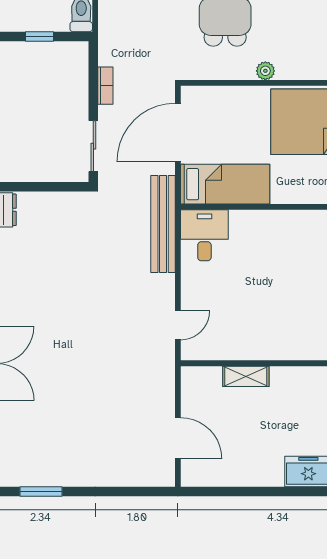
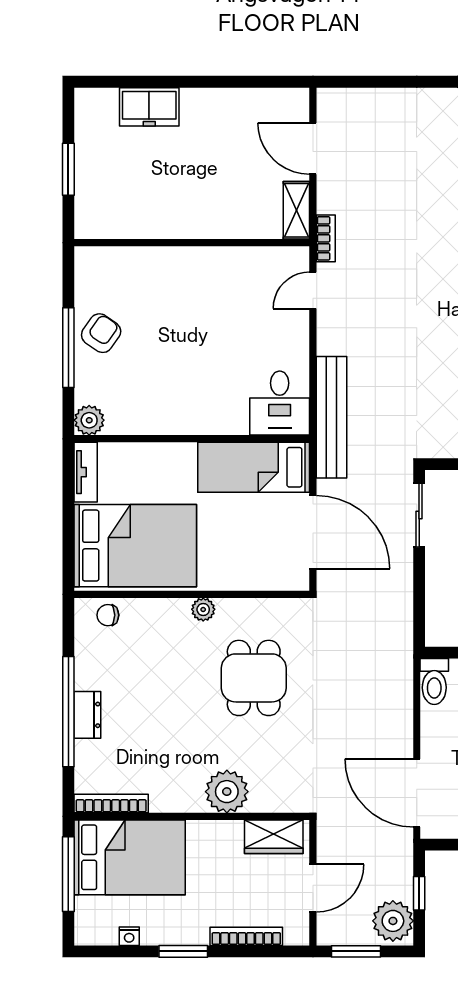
bookcase: (105, 86) -> (326, 238), moved, turned 180
door: (178, 133) -> (313, 532), hinge flipped
shelving: (246, 376) -> (296, 210), moved, turned 90

